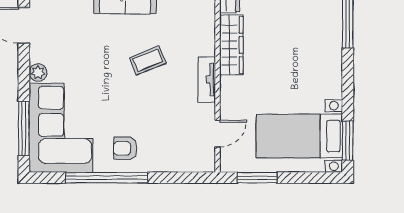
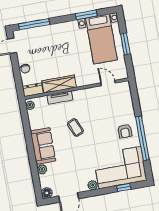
tv unit: (207, 80) -> (60, 98), moved
window: (24, 128) -> (124, 187), width x0.46
window: (348, 140) -> (86, 15), moved
window: (257, 178) -> (125, 44), moved

